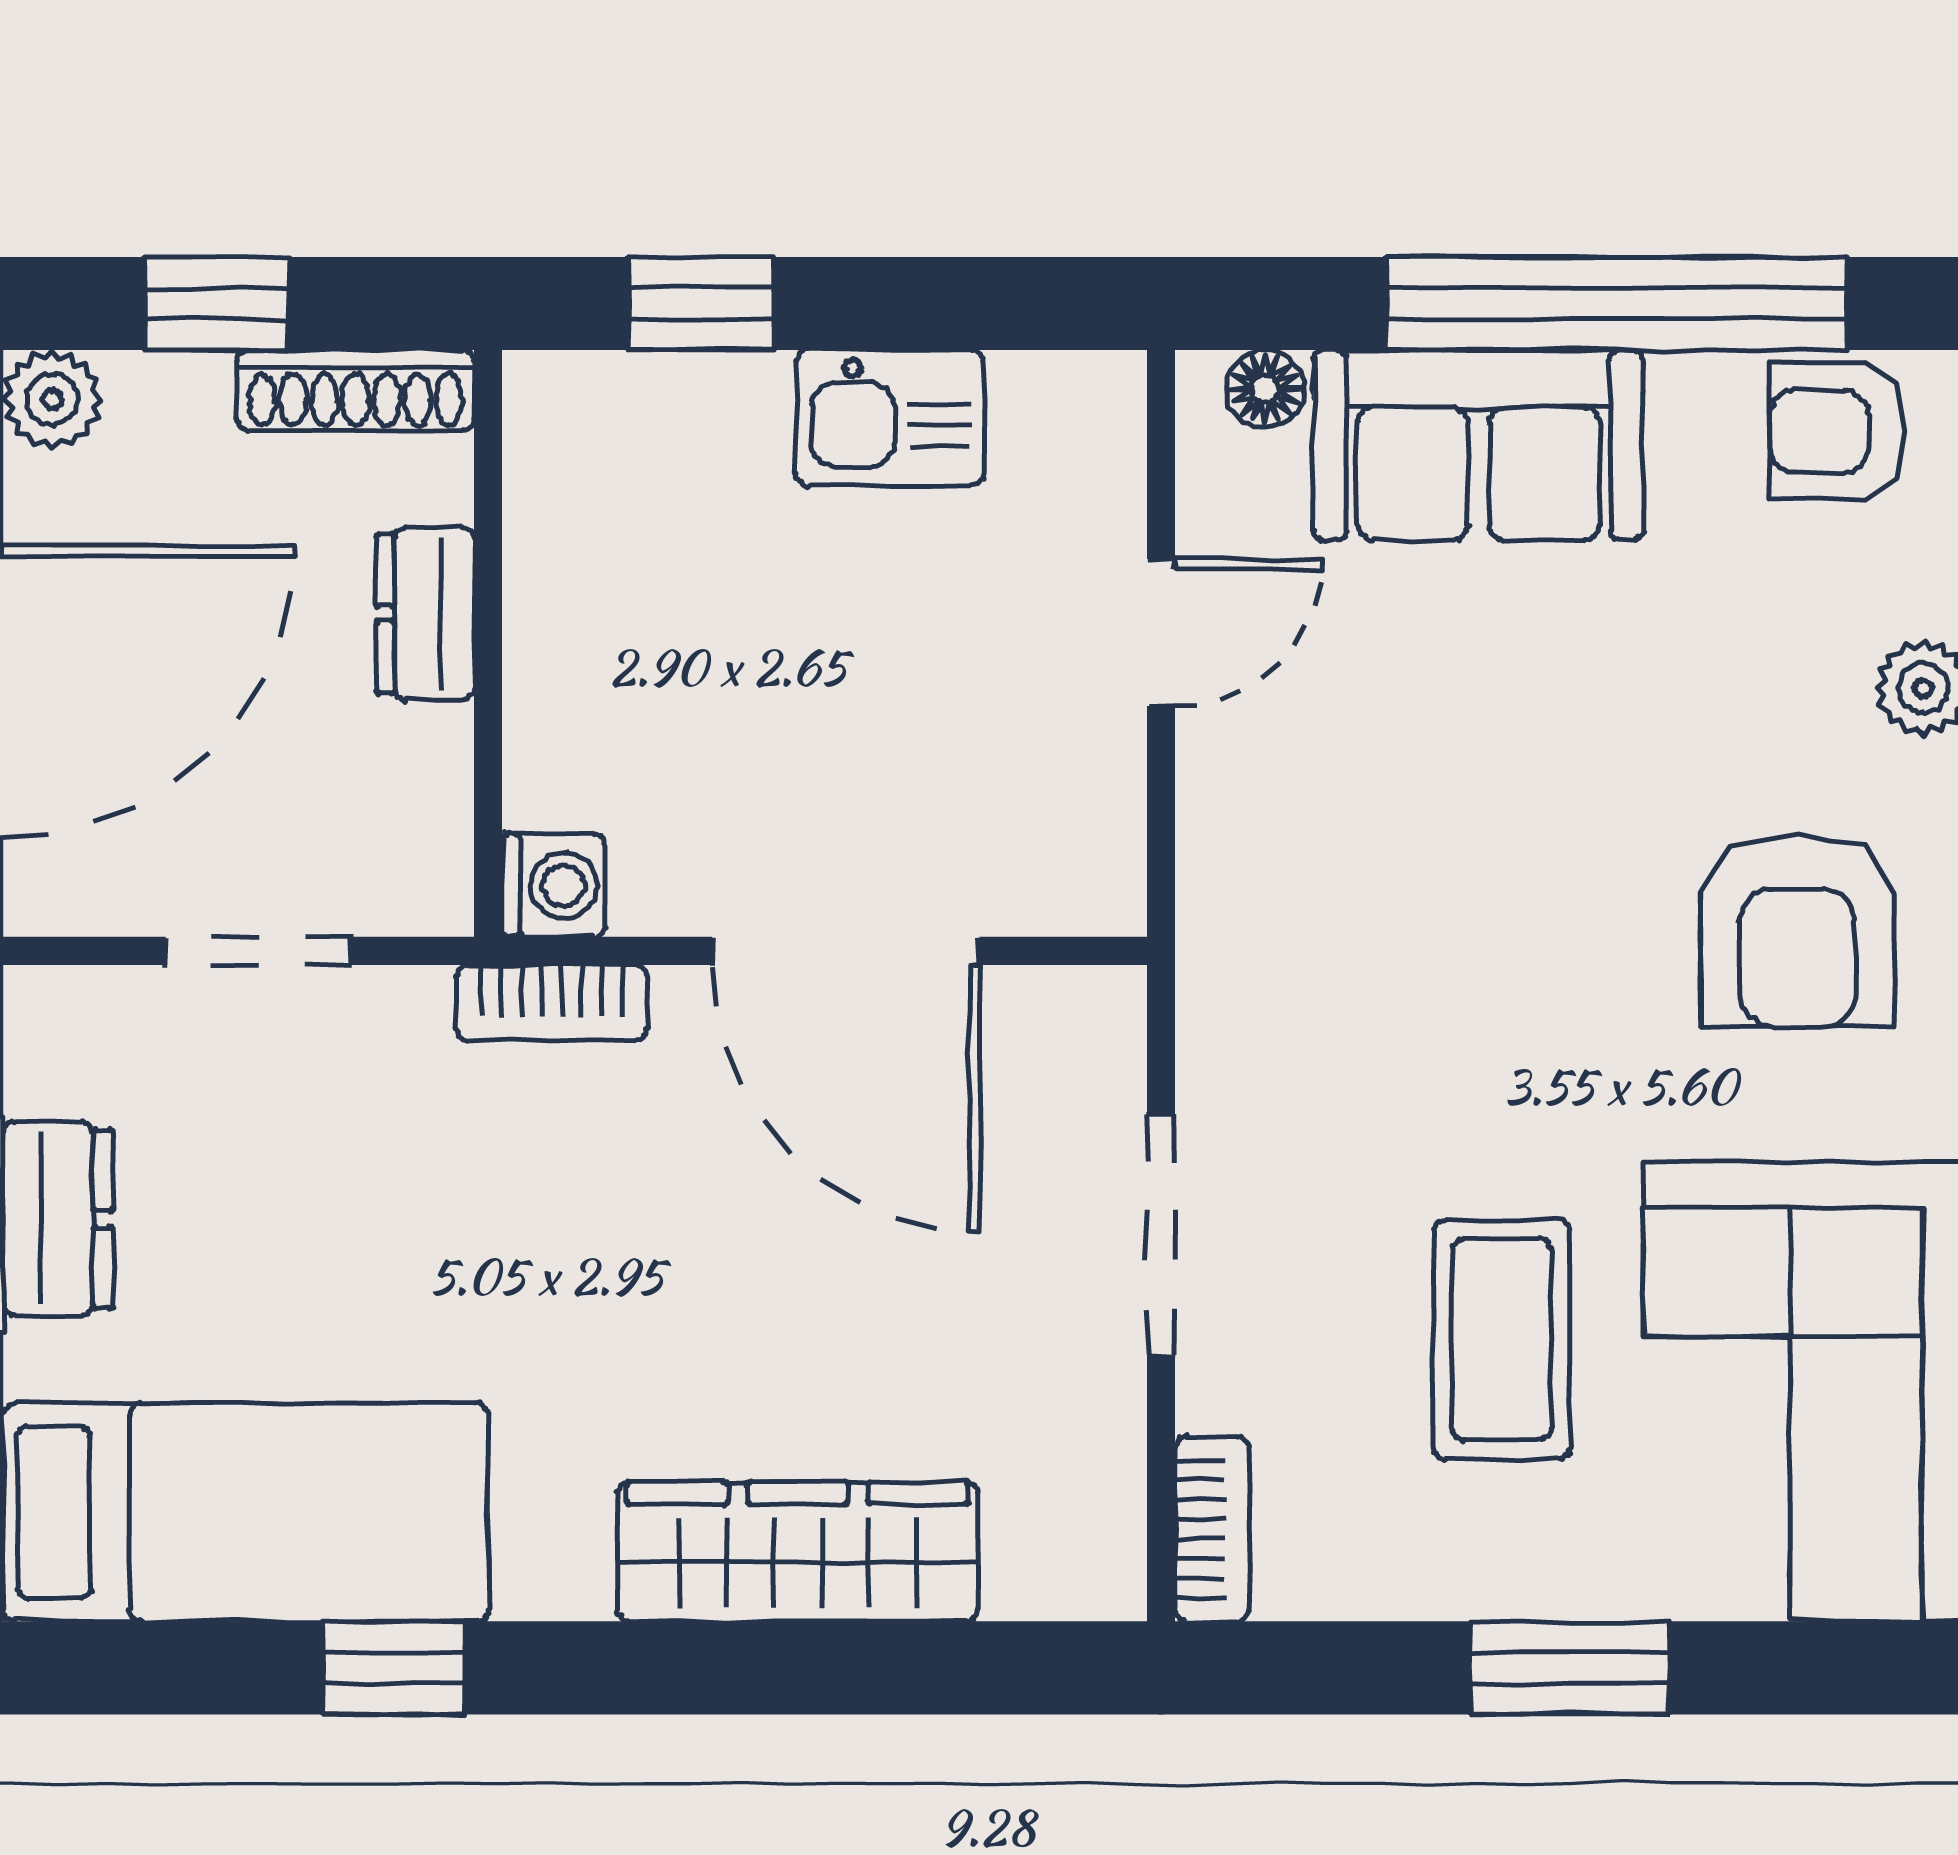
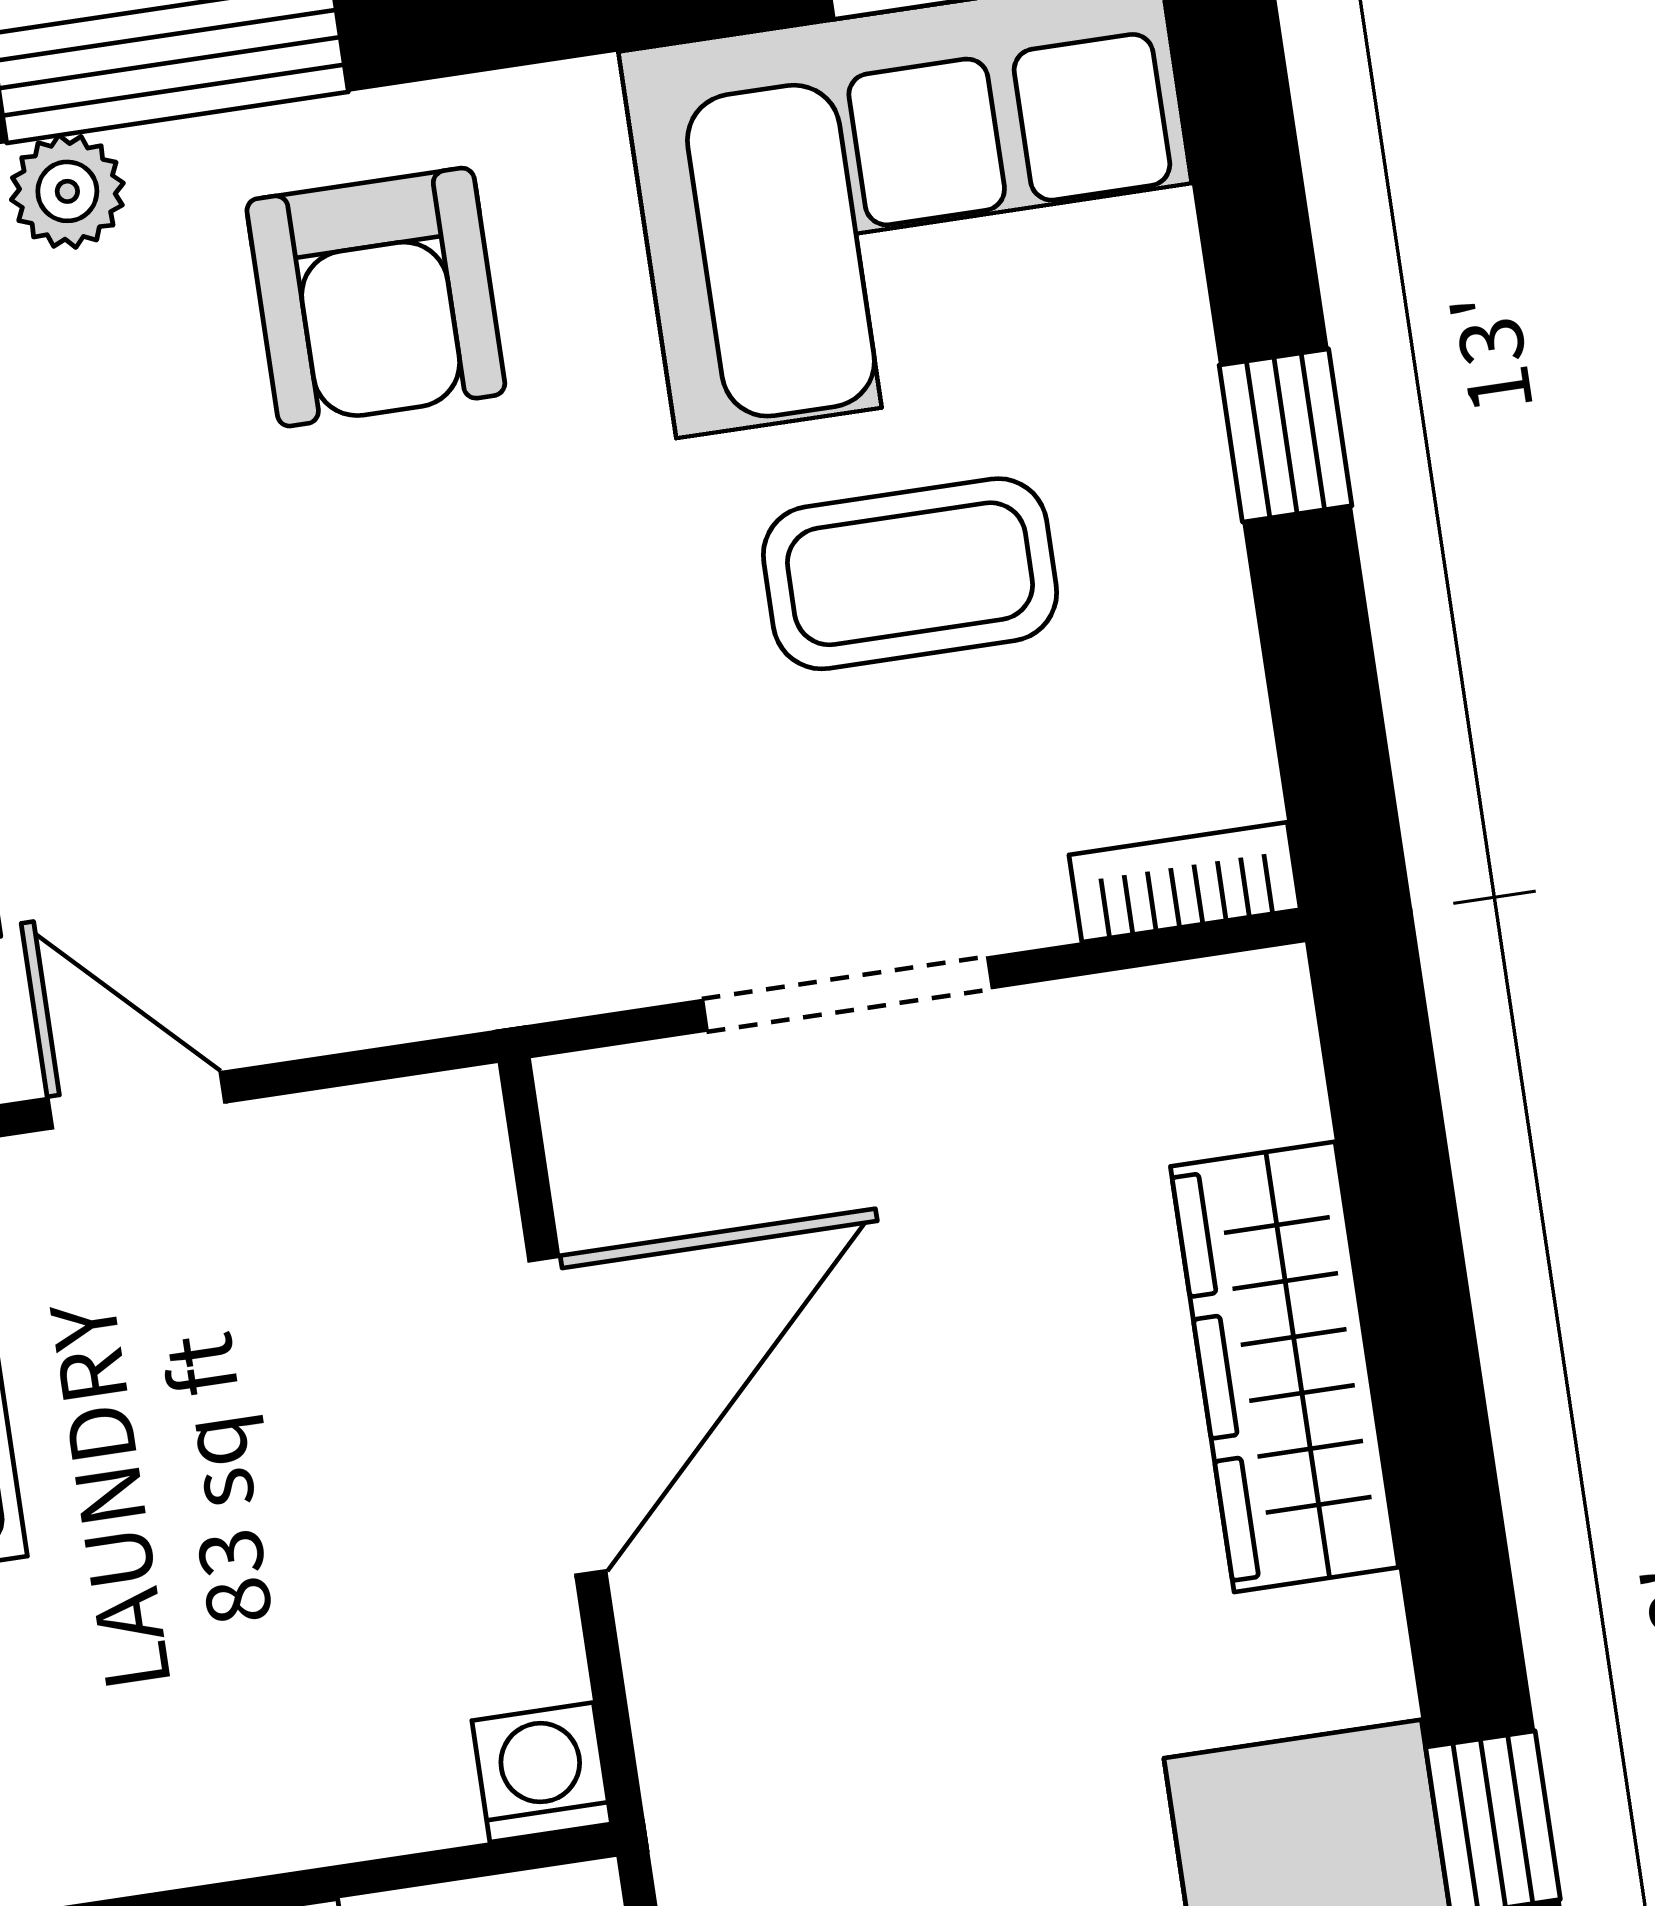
armchair: (1797, 931) -> (376, 297), turned 90
bookcase: (551, 1003) -> (681, 1754), removed
window: (1570, 1668) -> (1286, 435), width x0.67

